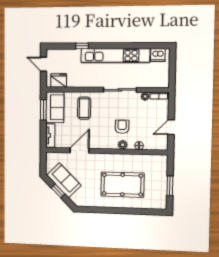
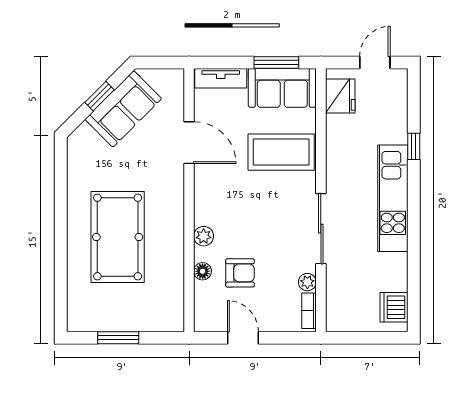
kitchen unit: (115, 56) -> (393, 198), width x0.73
coffee table: (84, 108) -> (281, 152), width x1.36, depth x1.32
armchair: (122, 127) -> (240, 273), moved

